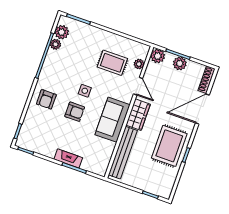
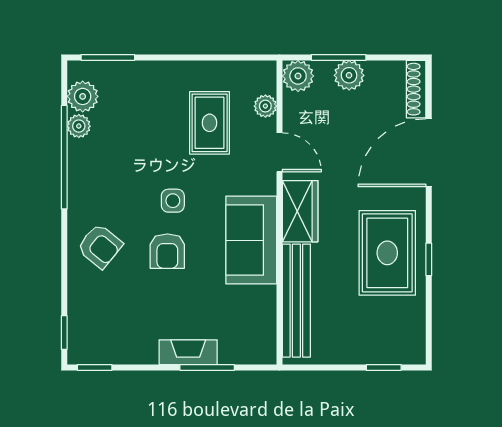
rug: (112, 63) -> (210, 123), turned 90
armchair: (46, 99) -> (100, 246), turned -51
armchair: (75, 112) -> (167, 251), turned 90

